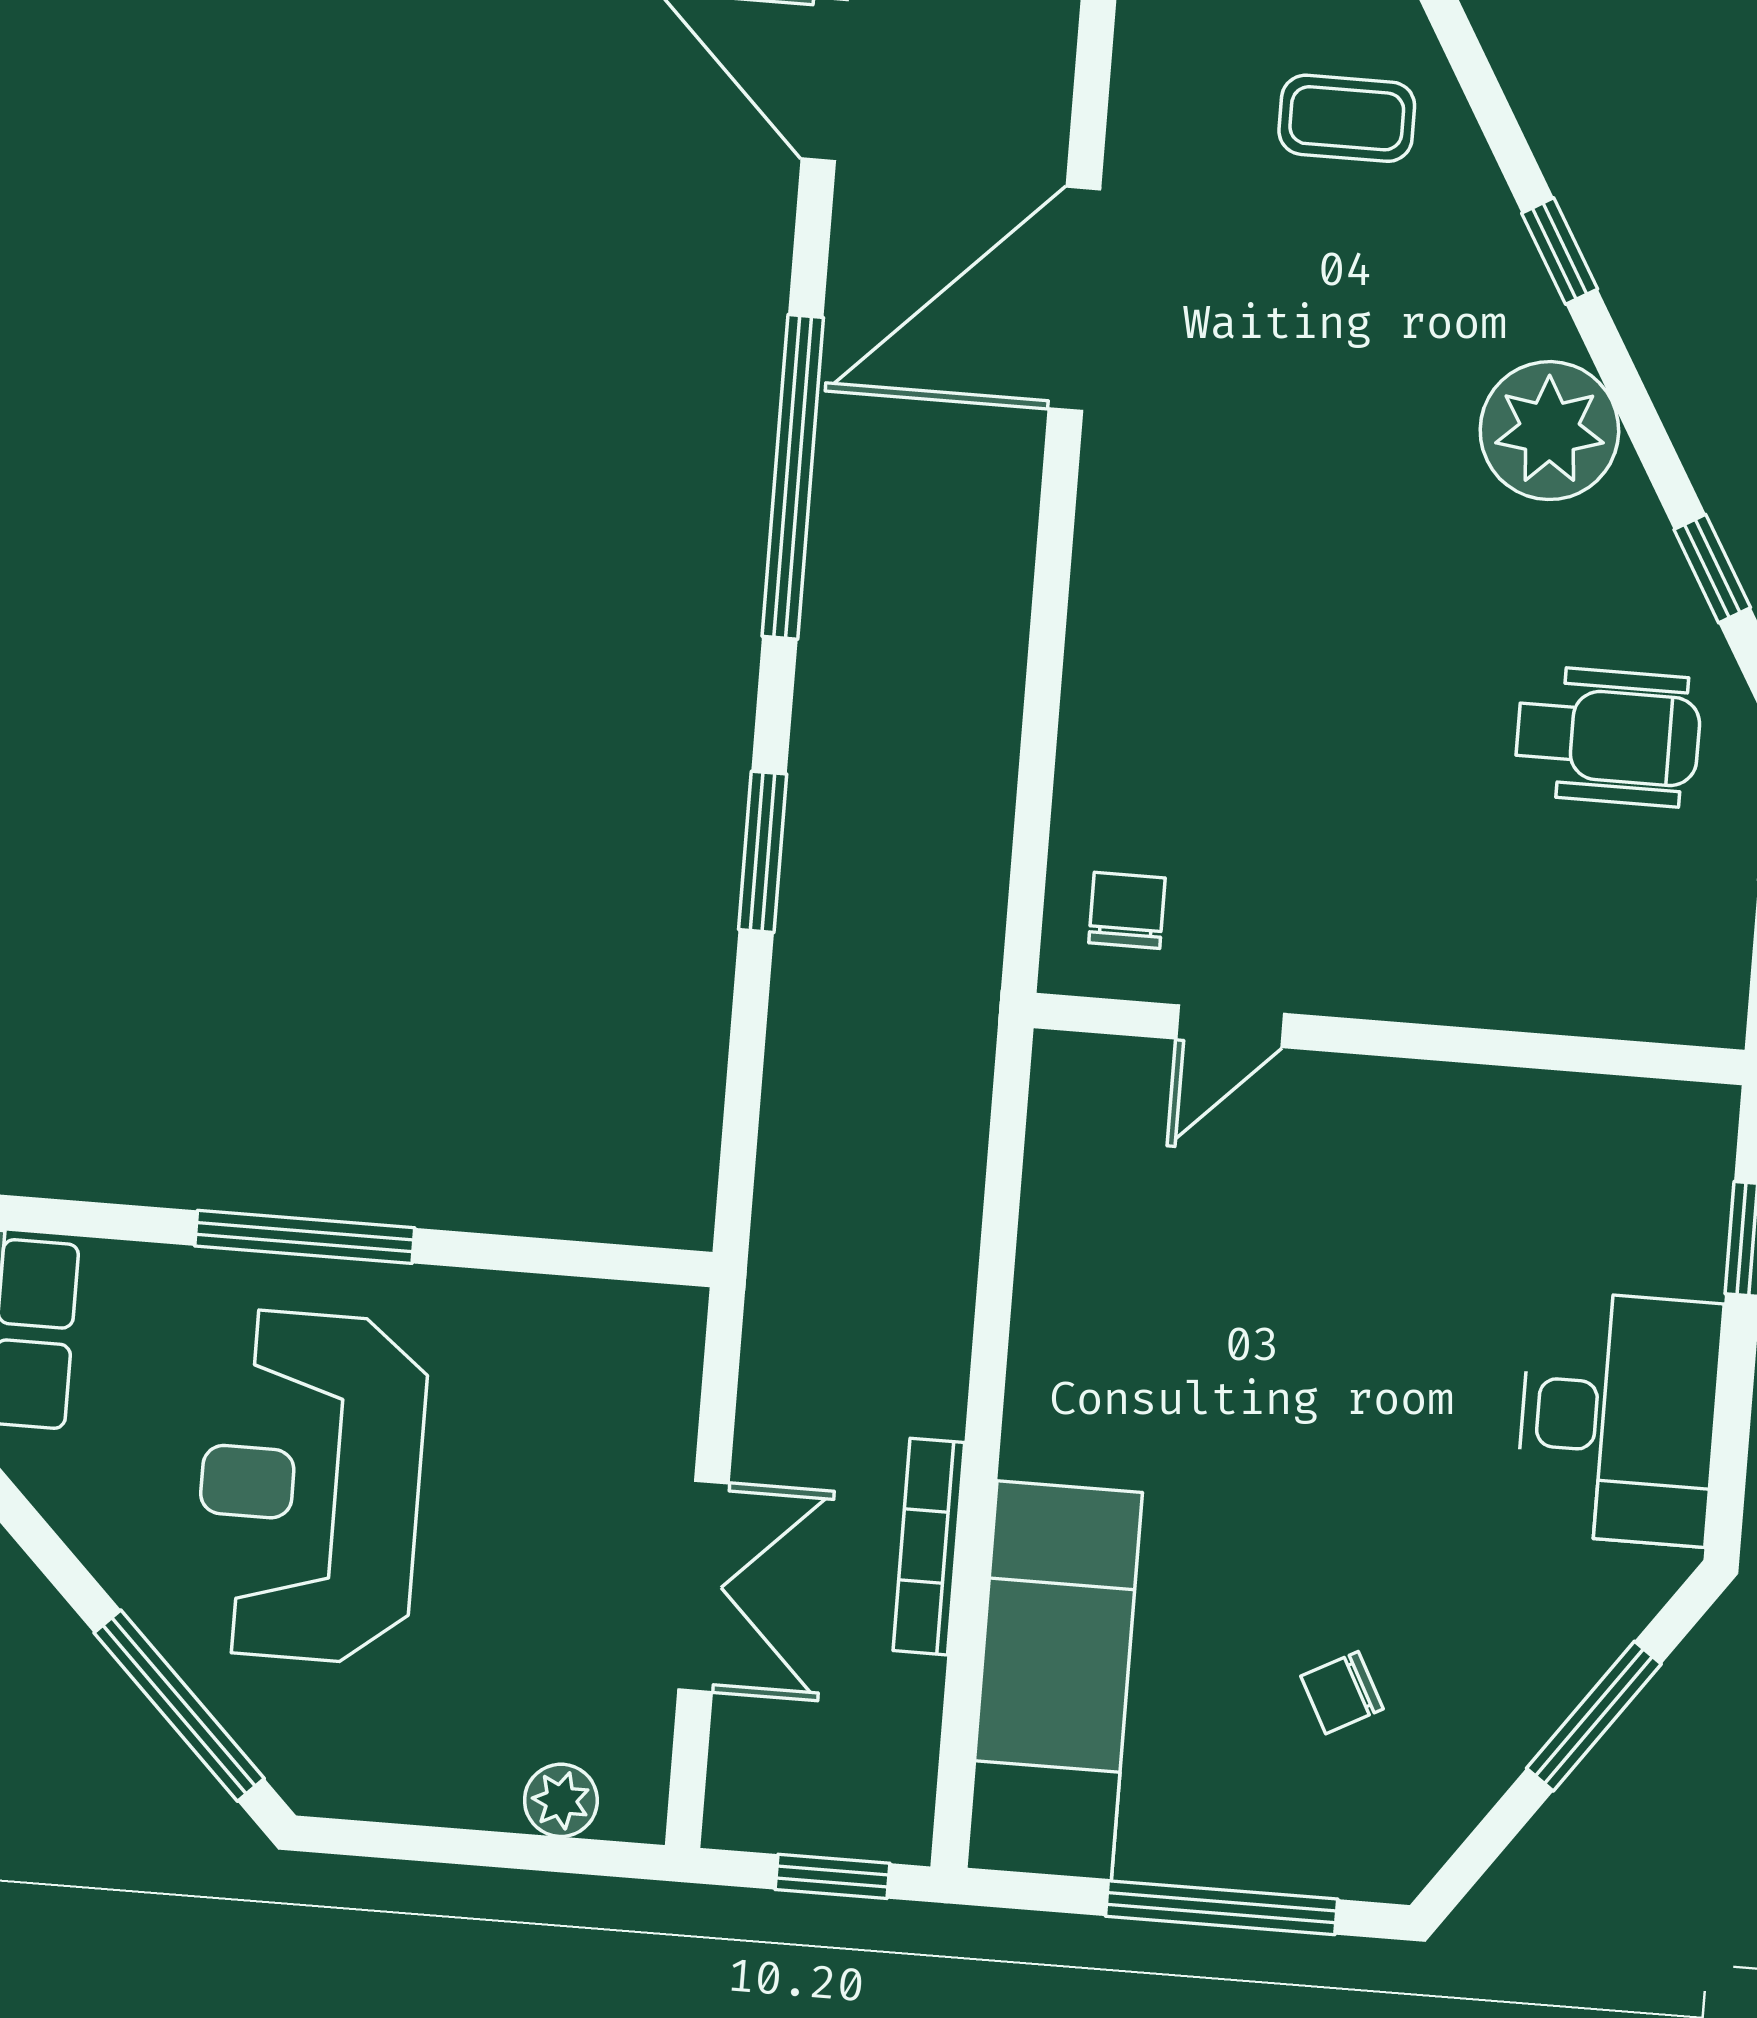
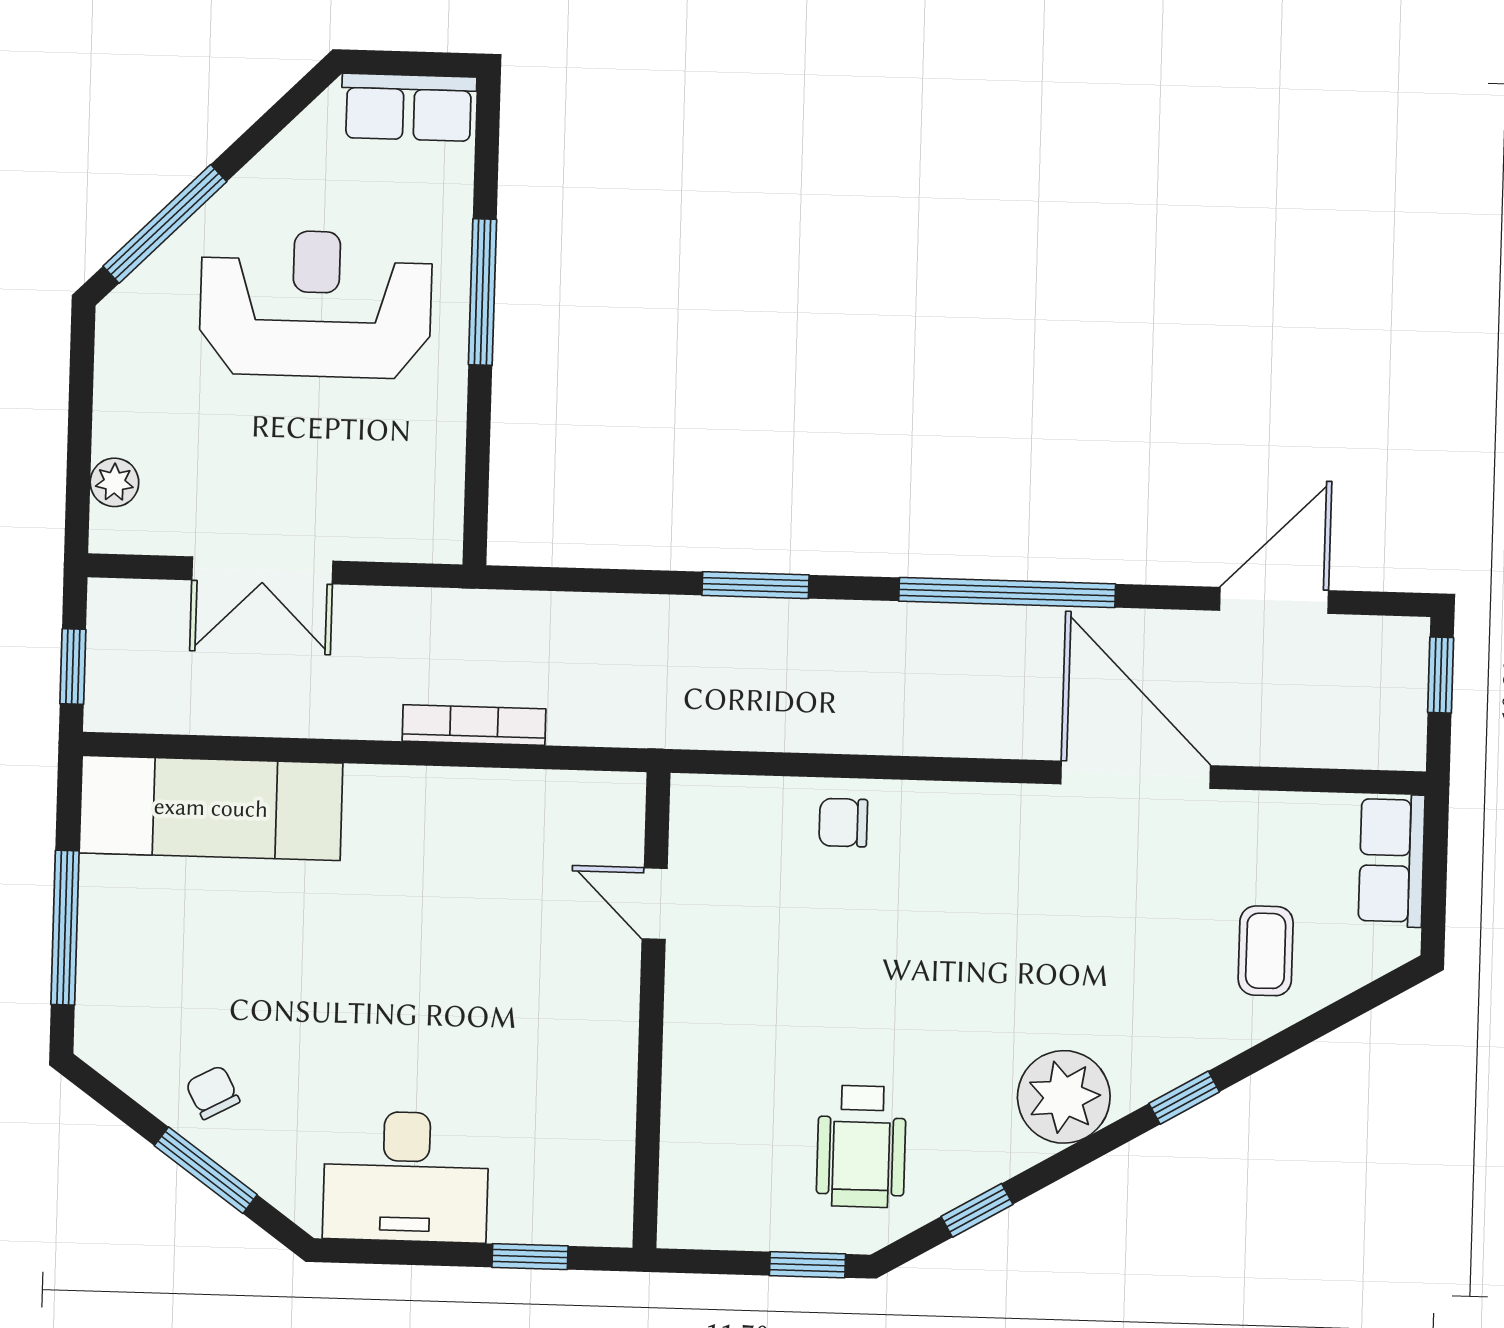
chair: (1127, 910) -> (843, 823), moved, turned 180
bookcase: (929, 1547) -> (474, 725), moved
chair: (1342, 1693) -> (213, 1092), moved

